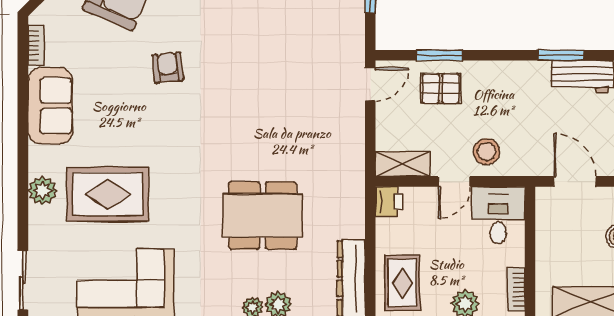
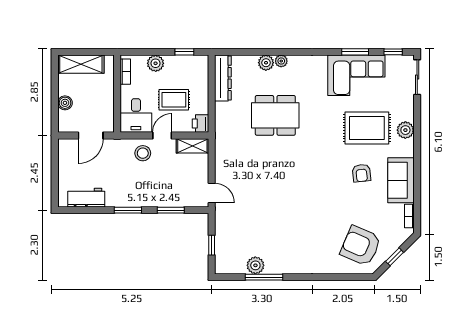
window: (561, 55) -> (128, 210), moved
armchair: (168, 68) -> (361, 173), moved
door: (370, 84) -> (212, 193), swing flipped
pallet: (441, 89) -> (170, 190), removed
door: (575, 181) -> (91, 136), hinge flipped
rug: (402, 283) -> (174, 100), moved, turned 90

